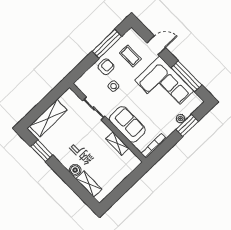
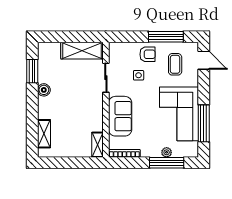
door: (156, 45) -> (204, 60), moved
shelving: (48, 118) -> (82, 51), moved
window: (187, 125) -> (167, 163), width x1.44
shelving: (117, 144) -> (97, 145), moved
boiler: (75, 170) -> (44, 90), moved

